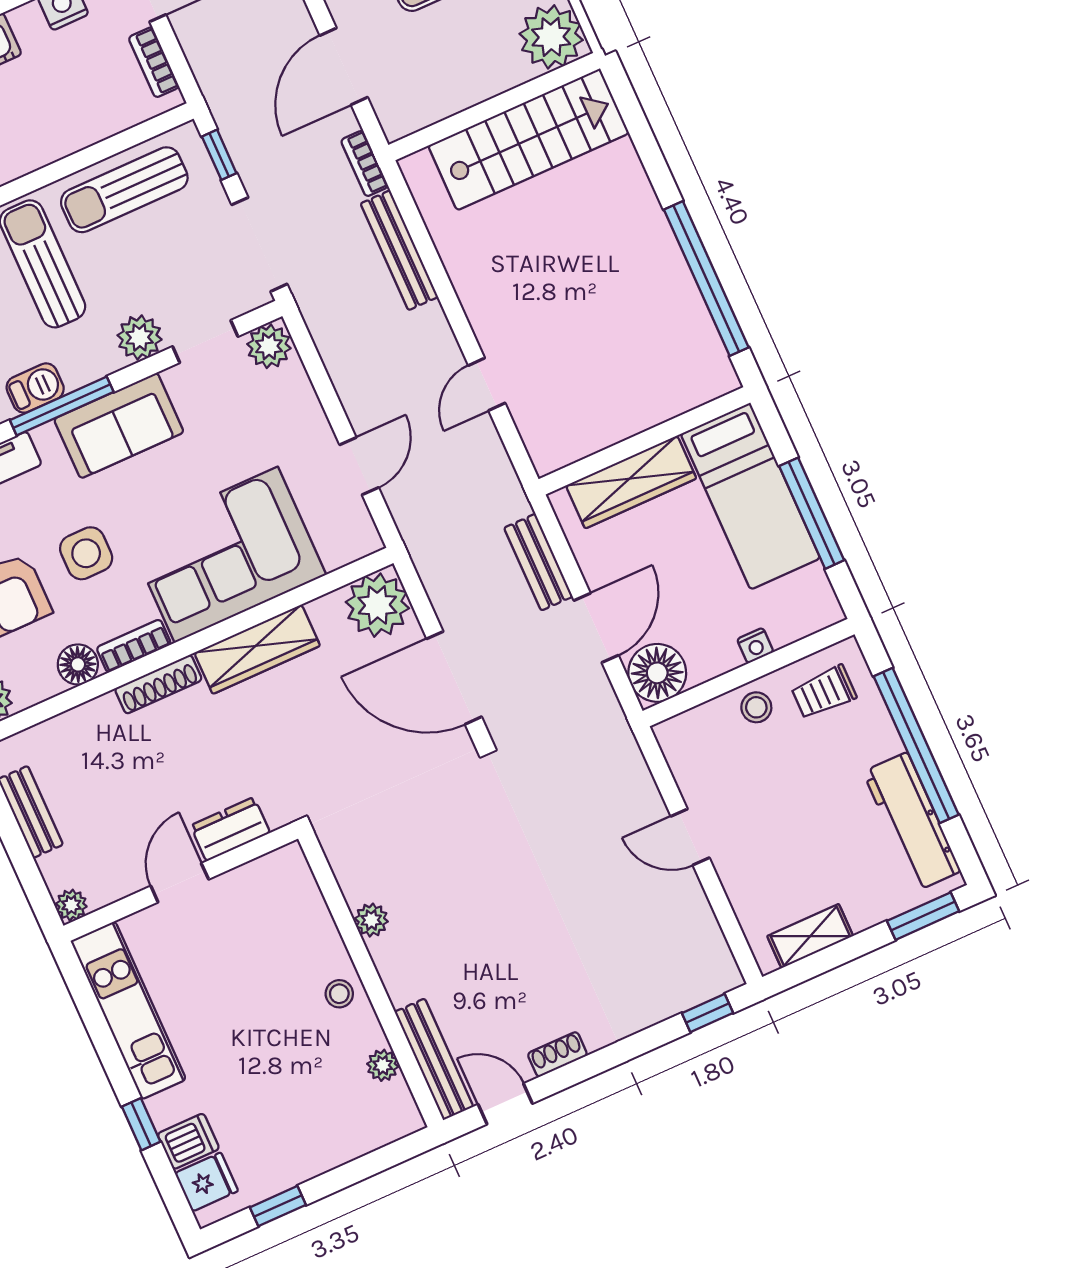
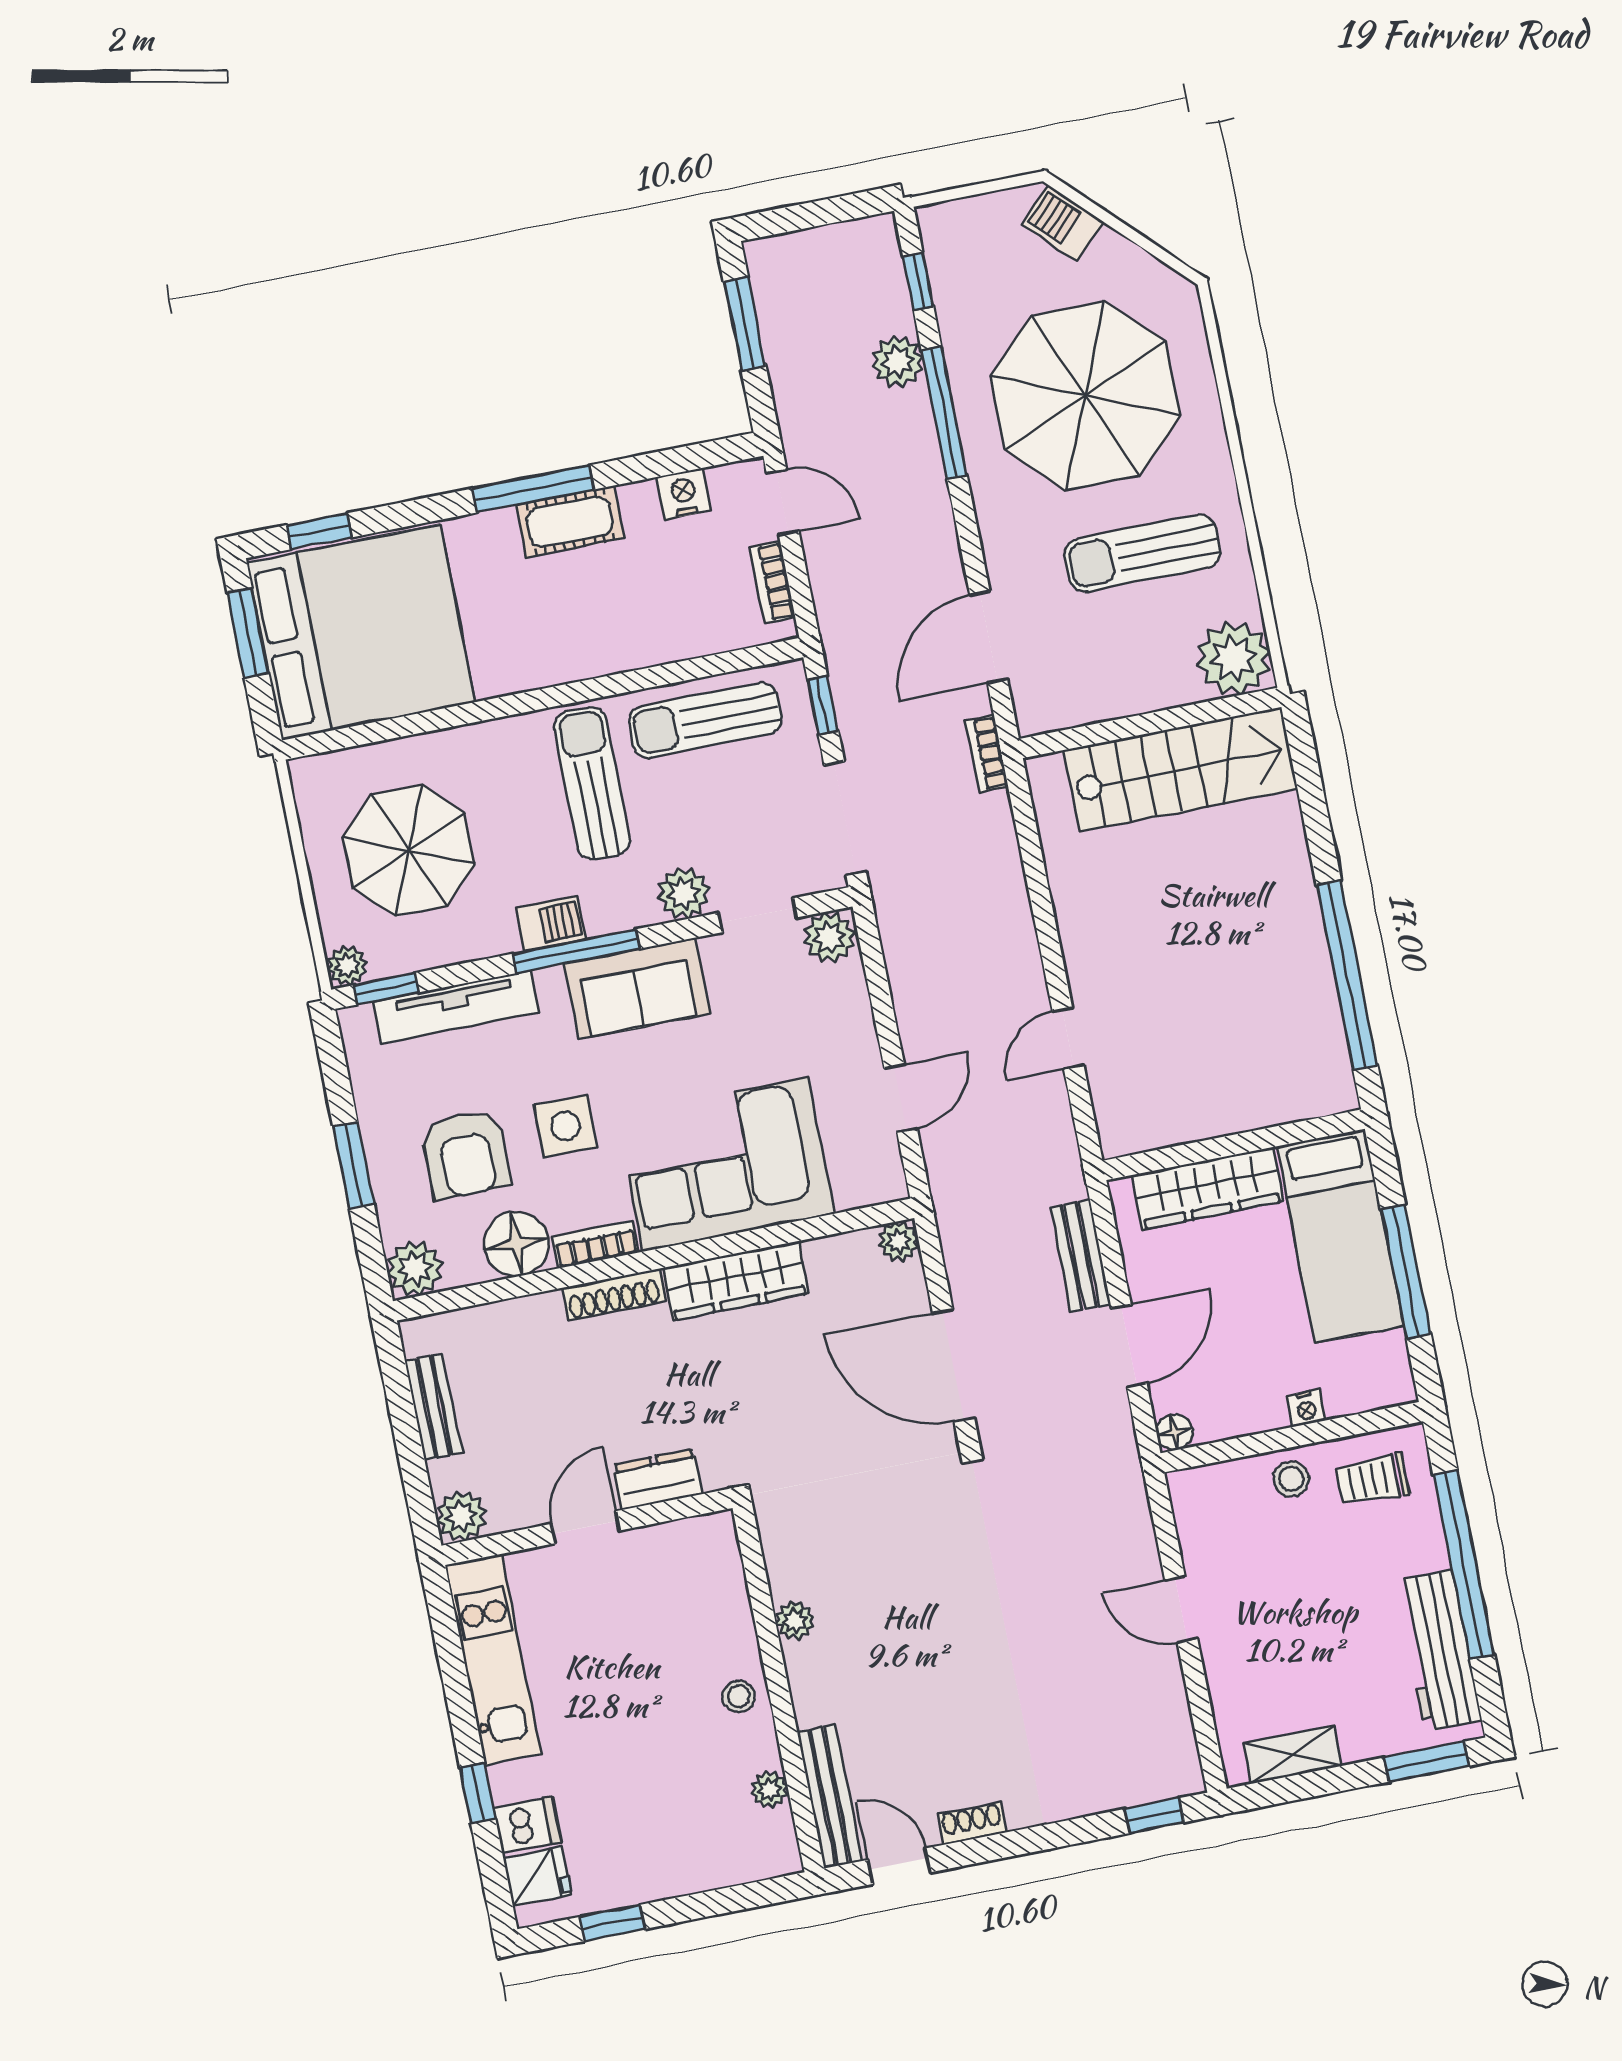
bench: (399, 250) -> (1004, 862), removed
plant: (377, 605) -> (899, 1241), width x0.53, depth x0.53
floor lamp: (78, 664) -> (516, 1244), width x1.38, depth x1.38
floor lamp: (657, 673) -> (1174, 1432), width x0.53, depth x0.53
plant: (71, 905) -> (461, 1516), width x1.38, depth x1.38

